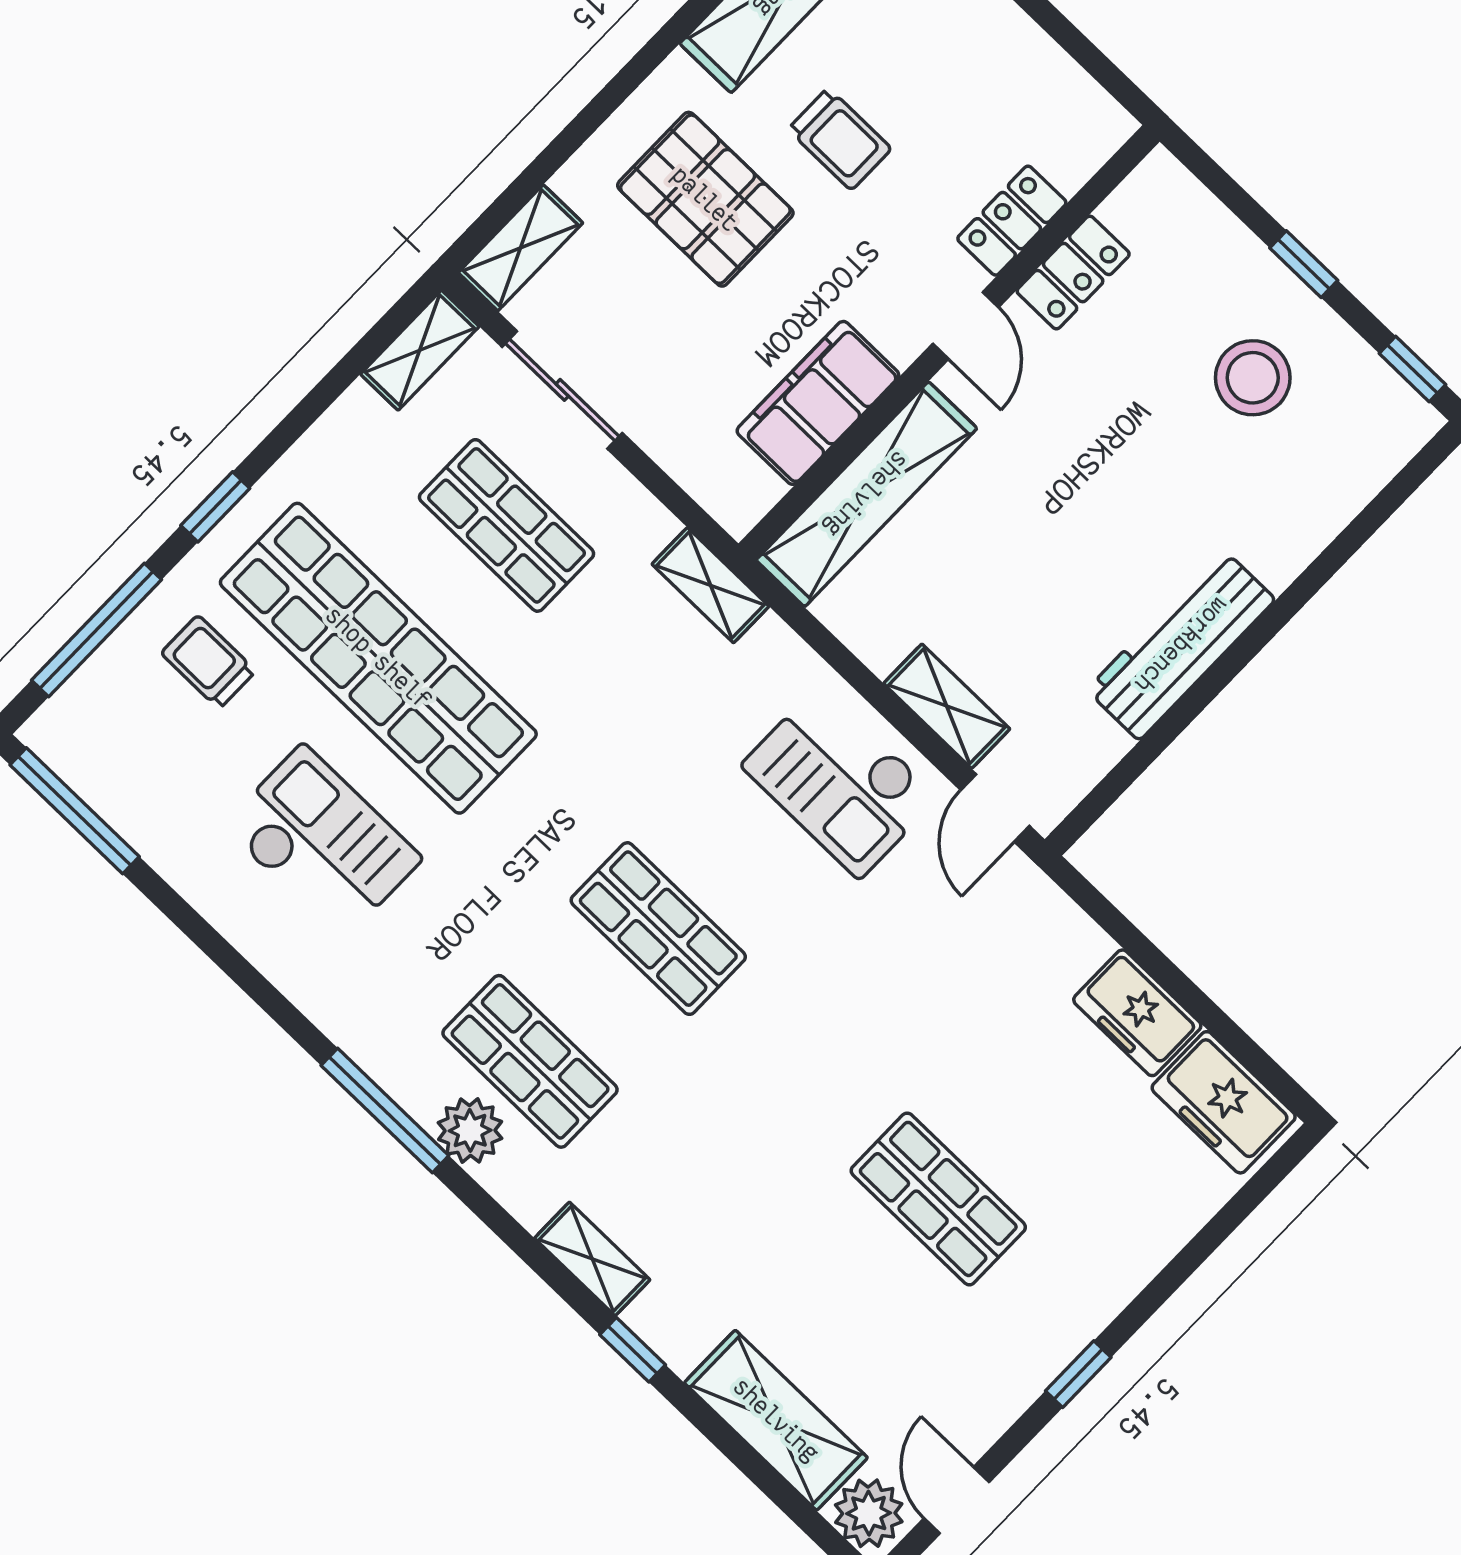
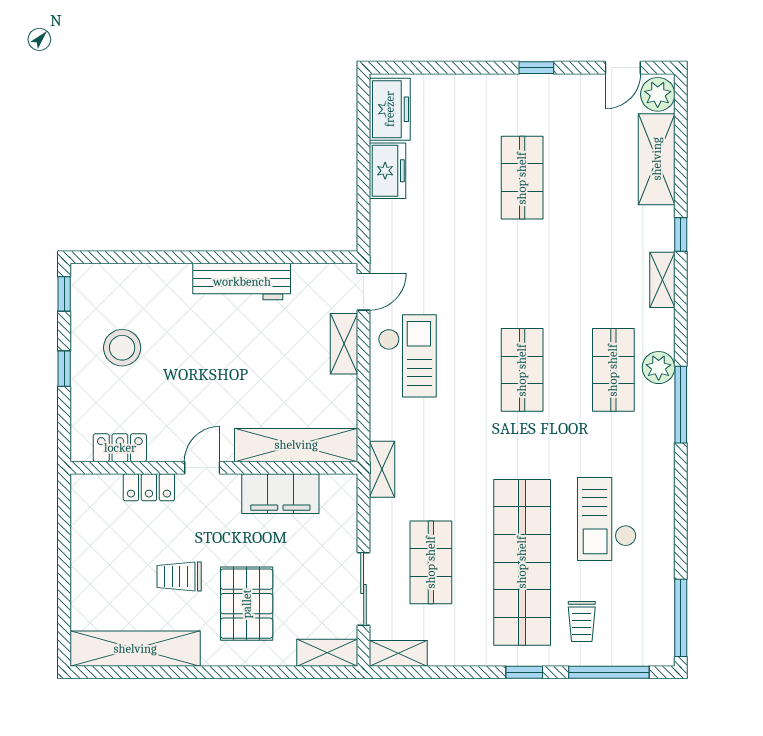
trolley: (840, 139) -> (179, 577), turned -90
locker: (1073, 273) -> (120, 448), moved

